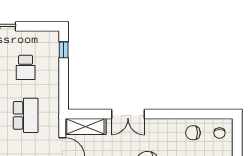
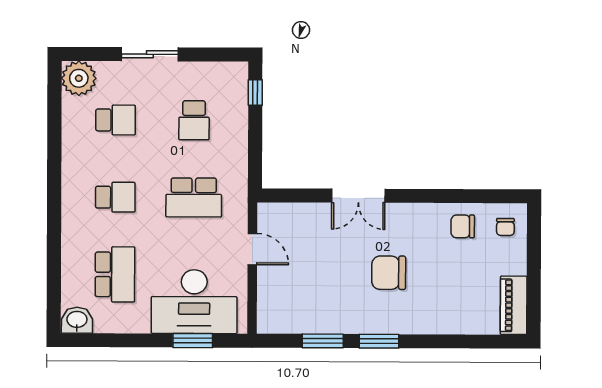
school desk: (26, 115) -> (194, 197), turned 90
shelving: (85, 126) -> (290, 216), removed

